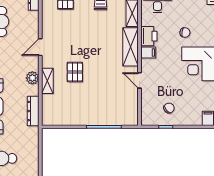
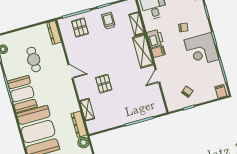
door: (40, 47) -> (70, 71), swing flipped
plant: (32, 78) -> (83, 142), moved
door: (139, 80) -> (157, 76), hinge flipped
shelving: (47, 81) -> (87, 110), moved

